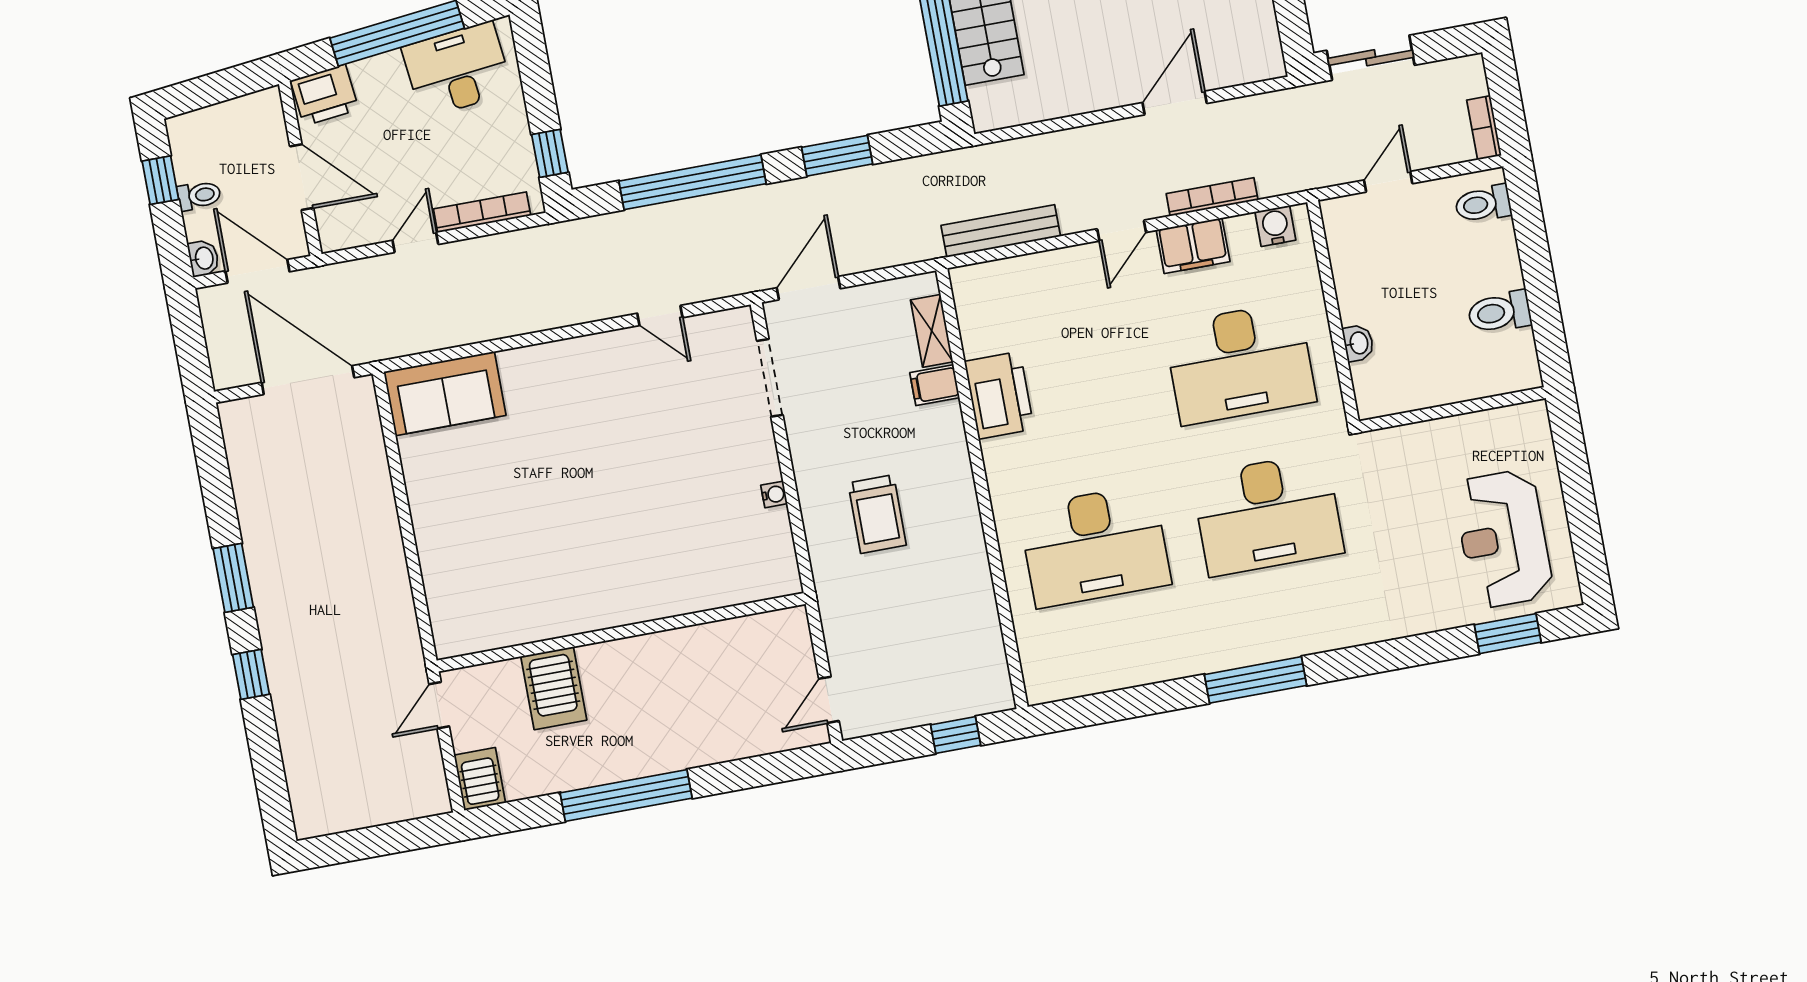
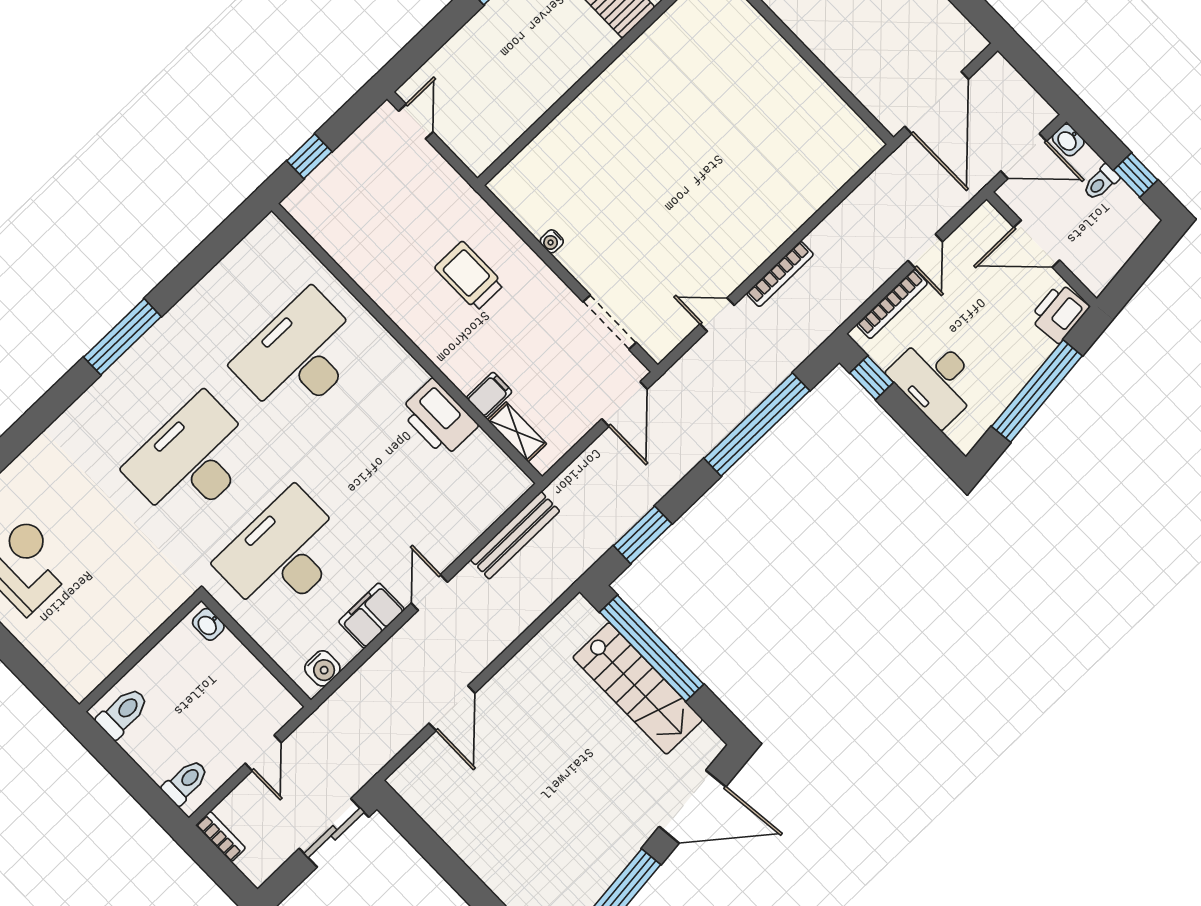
desk: (457, 70) -> (936, 380), moved, turned 96
window: (837, 156) -> (643, 535), moved
bookcase: (1212, 197) -> (780, 274), moved
door: (308, 380) -> (937, 103), hinge flipped
sofa: (445, 394) -> (833, 158), removed
wall: (1452, 410) -> (140, 653), moved

